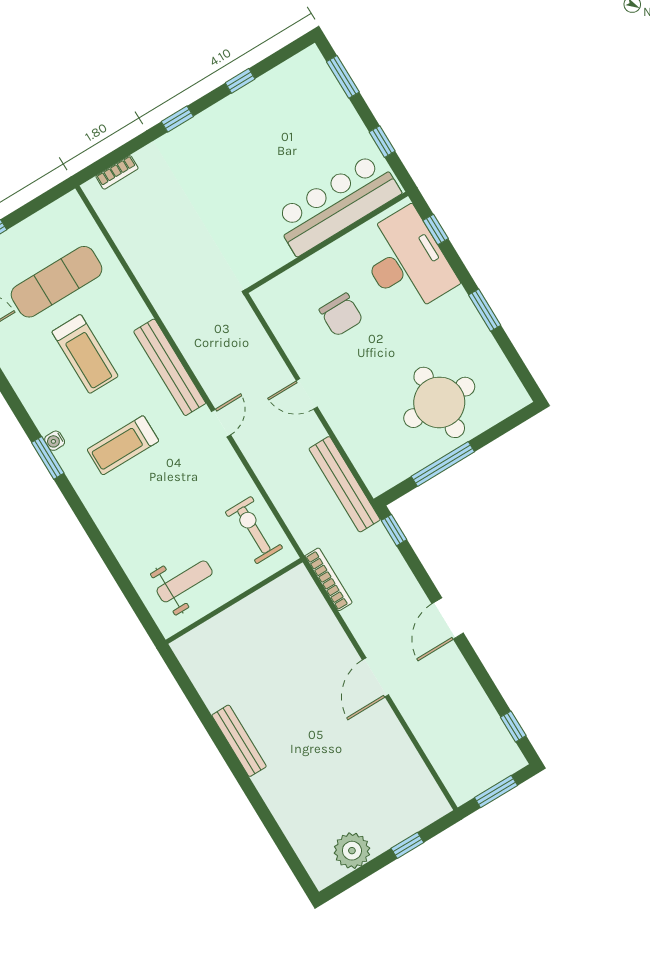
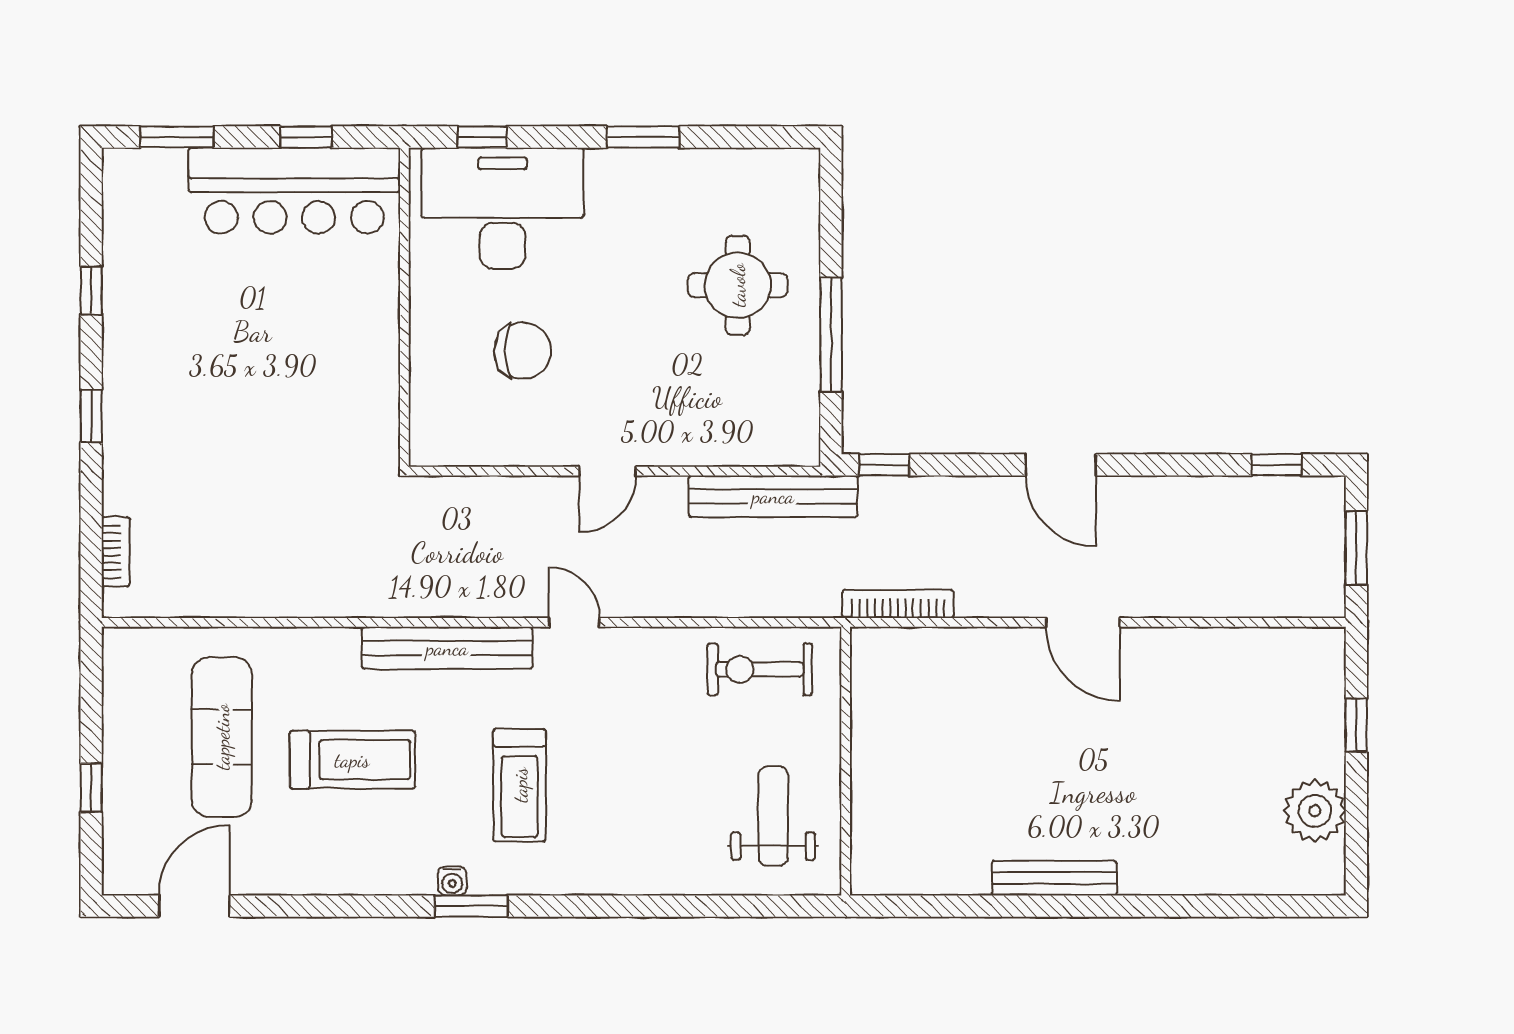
bar counter: (337, 204) -> (294, 191), moved, turned -90
round table: (439, 402) -> (738, 285), width x0.73, depth x0.73

